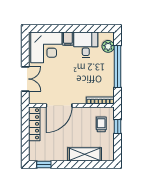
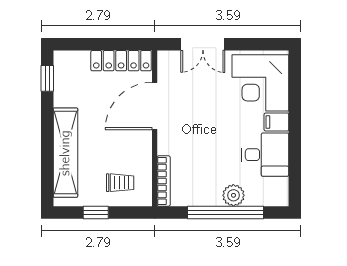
plant: (108, 46) -> (233, 195), moved
door: (59, 105) -> (155, 106), hinge flipped
window: (118, 127) -> (96, 212), moved
shelving: (85, 154) -> (65, 153), width x1.47

